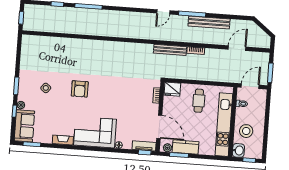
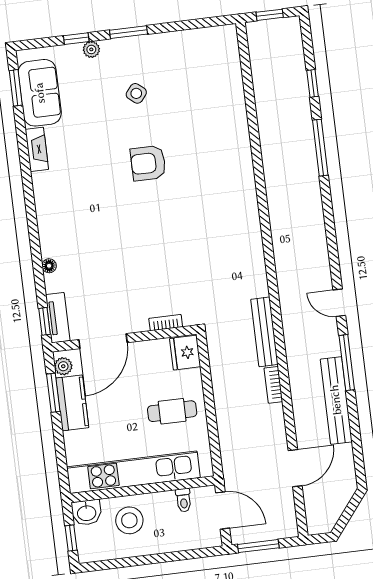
door: (237, 48) -> (295, 468), hinge flipped
sofa: (24, 126) -> (40, 93), moved, turned -90
corner sofa: (95, 132) -> (66, 212), removed

